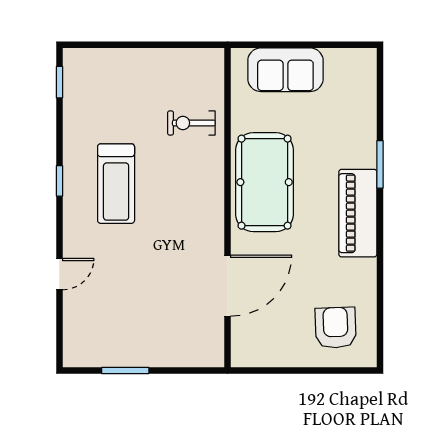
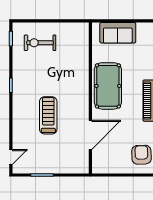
exercise bike: (191, 123) -> (40, 43), moved, width x1.38, depth x1.39
treadmill: (116, 184) -> (48, 115), moved, turned 180
door: (59, 274) -> (11, 157), moved

